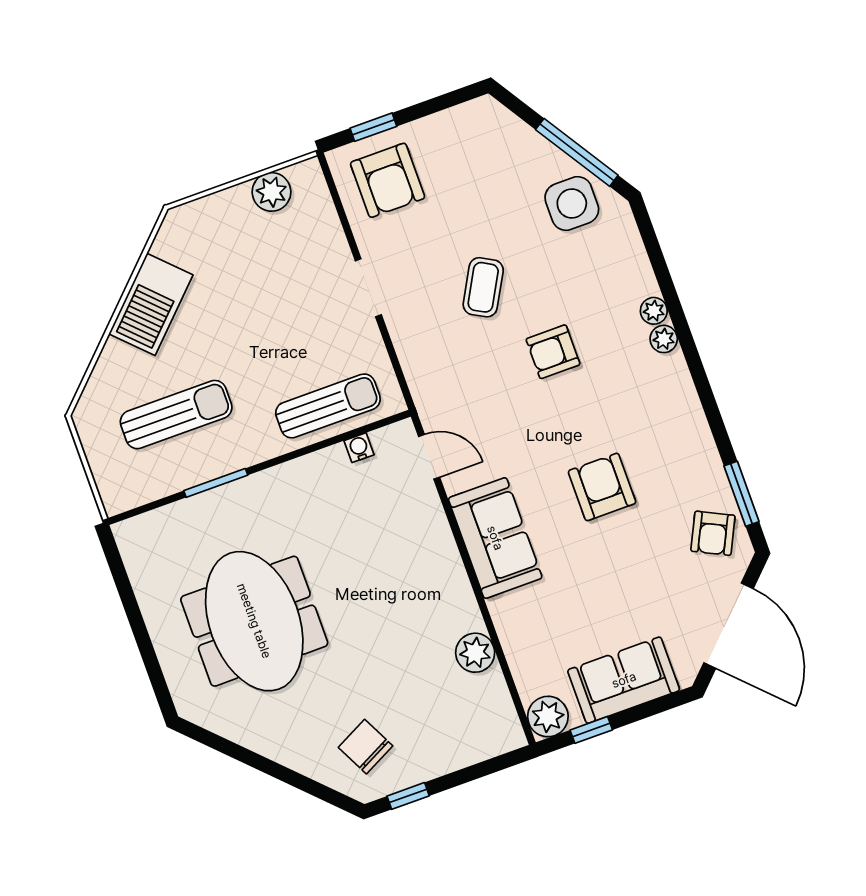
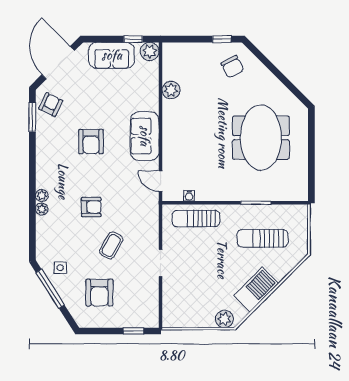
armchair: (388, 180) -> (99, 293), moved, turned 180
plant: (272, 192) -> (224, 319), moved
side table: (572, 204) -> (60, 268), width x0.54, depth x0.54

